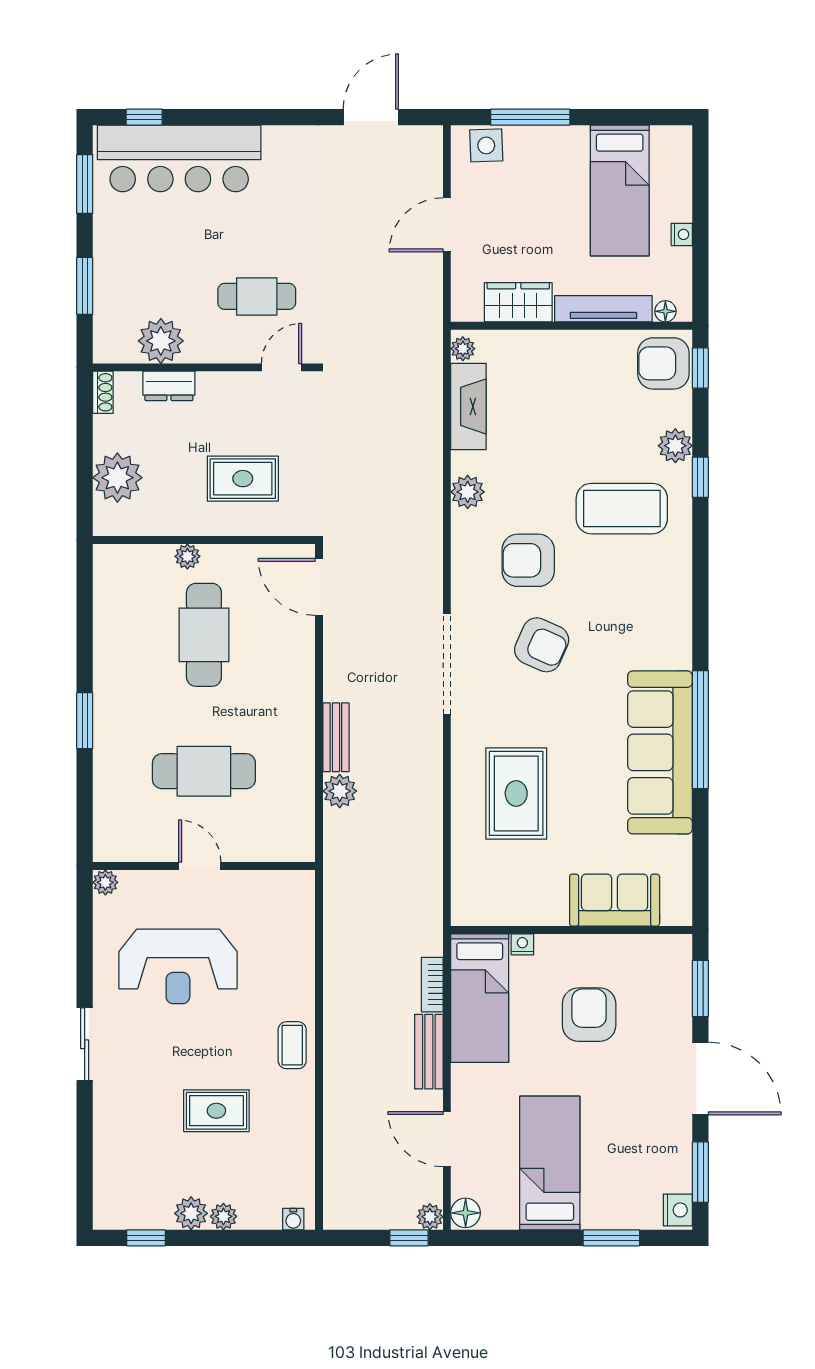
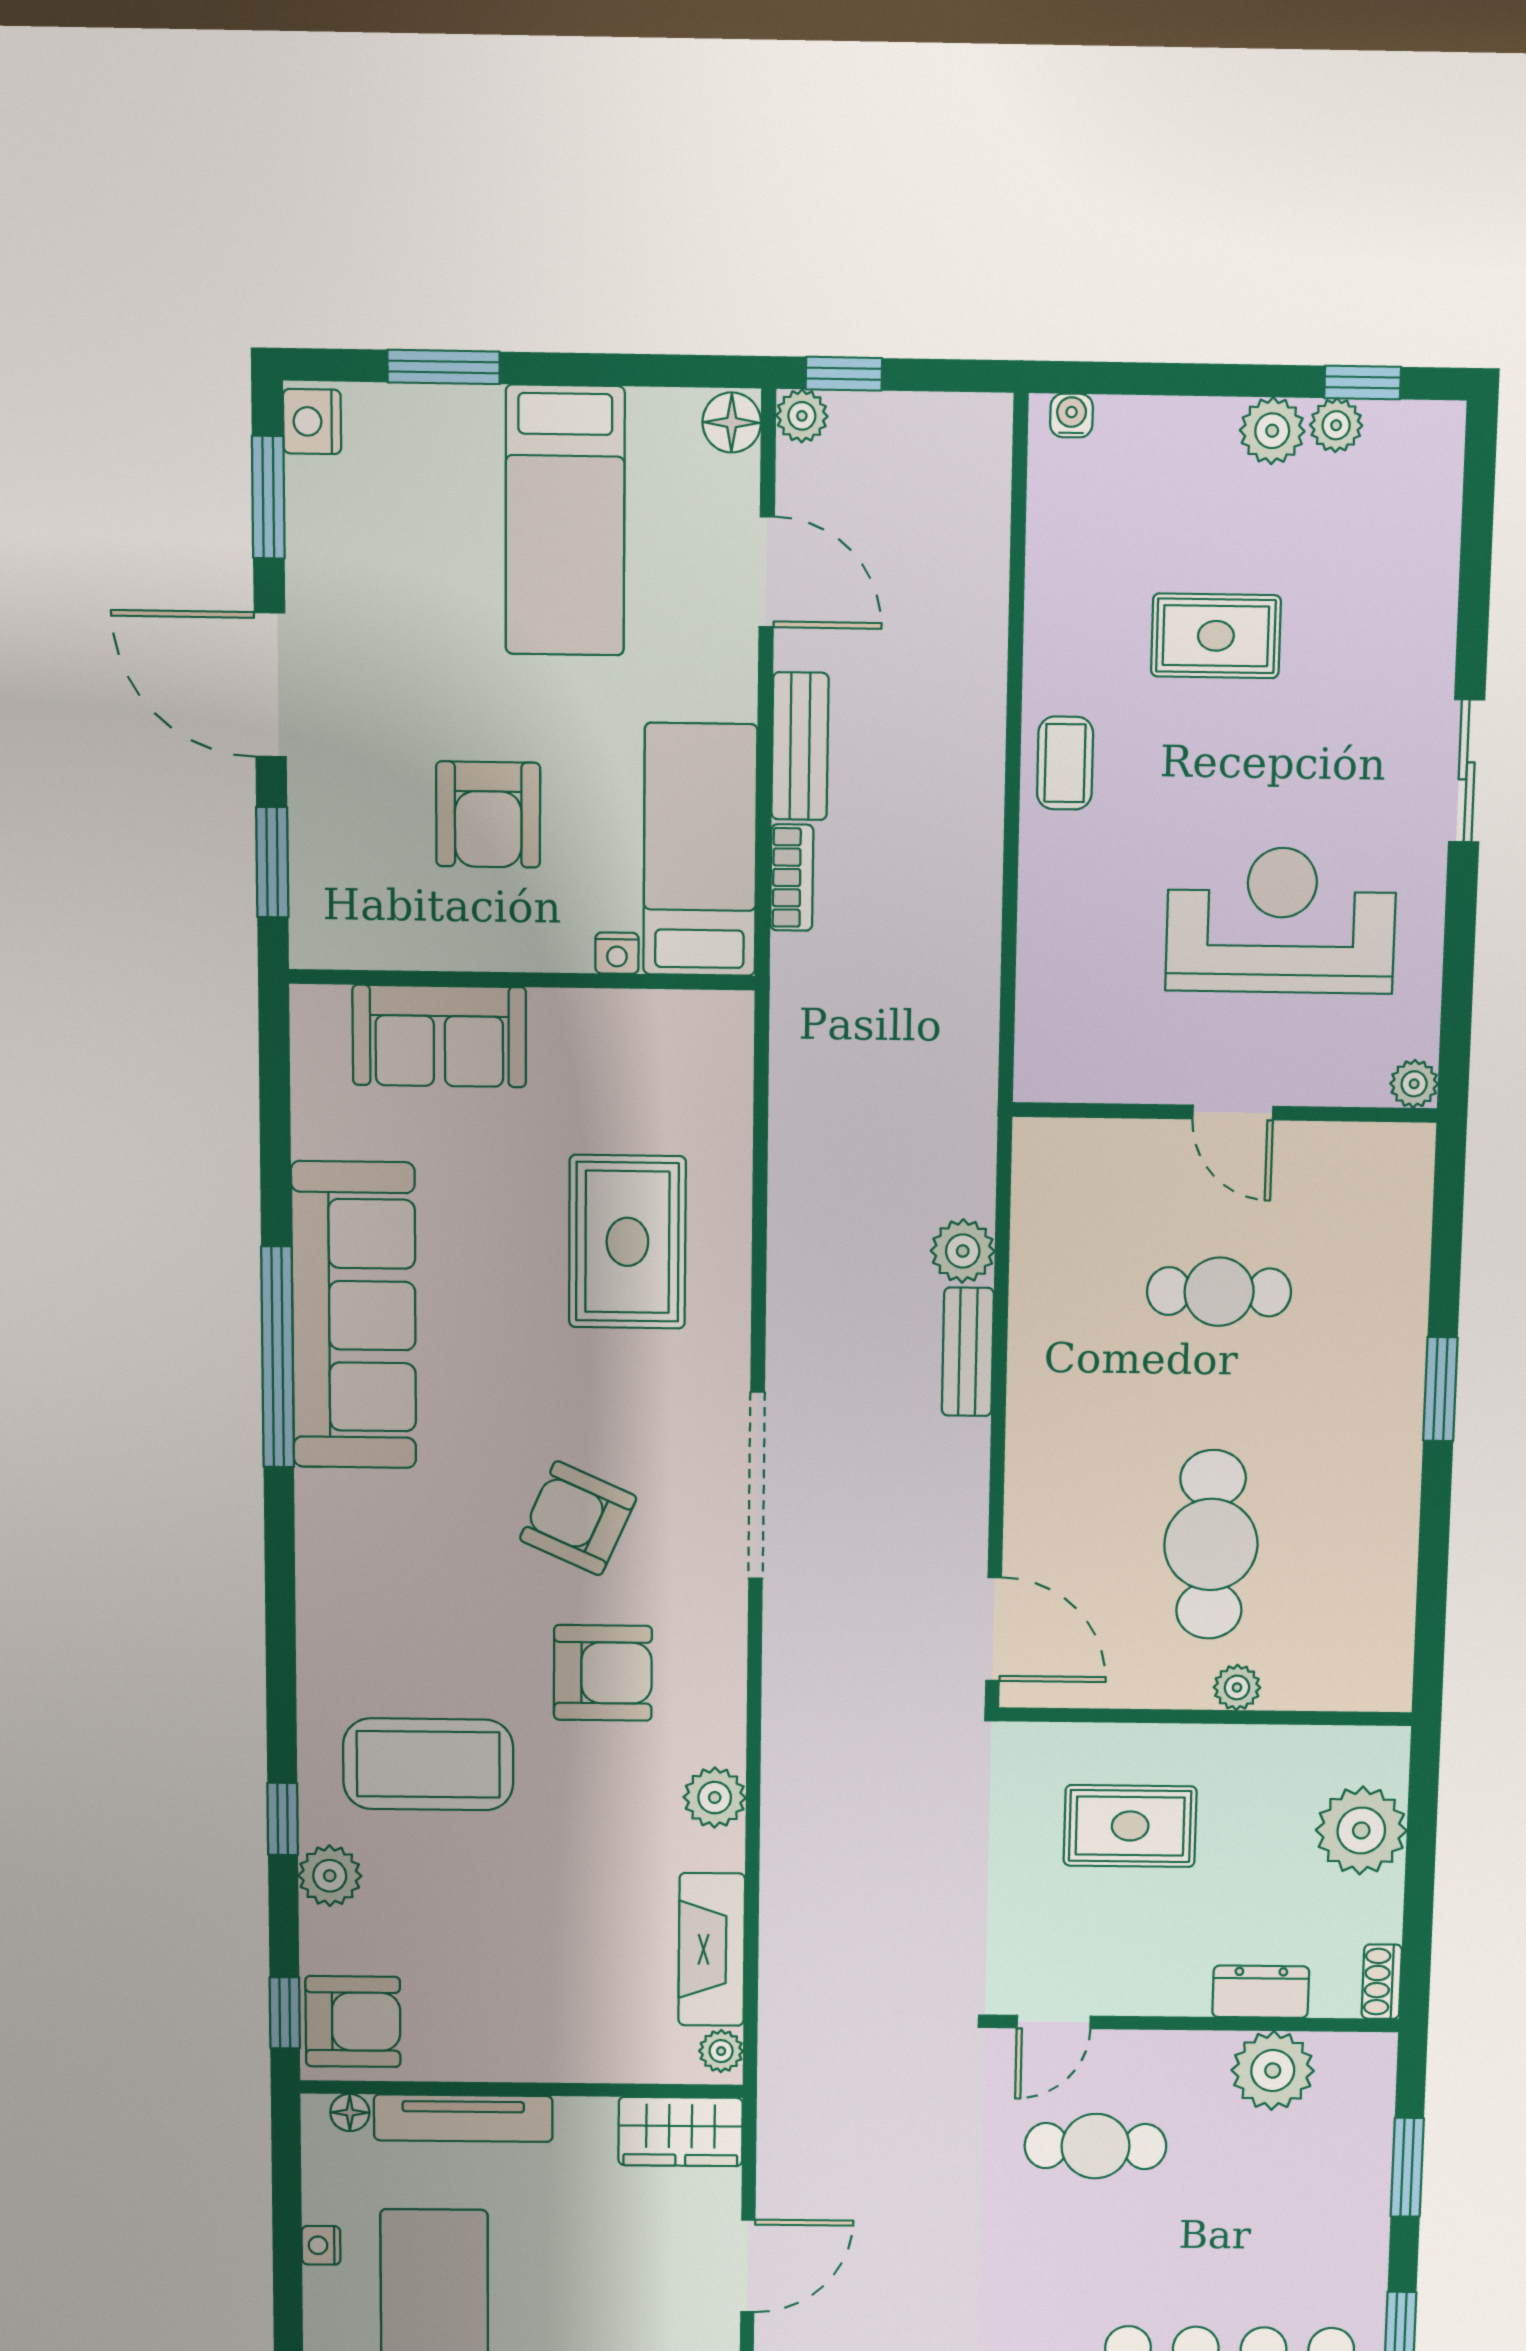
wardrobe: (518, 302) -> (680, 2132), moved
cafe table: (204, 771) -> (1219, 1292), width x0.73, depth x0.74
plant: (223, 1216) -> (1336, 425), moved

